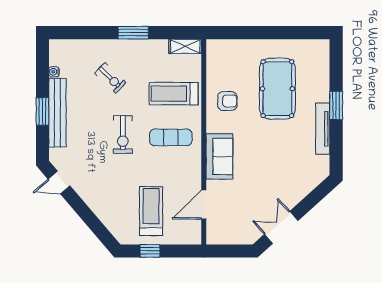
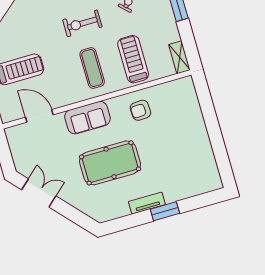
pool table: (277, 89) -> (110, 163), moved
armchair: (227, 101) -> (140, 110), turned 87
tv unit: (323, 129) -> (147, 203), width x0.71

